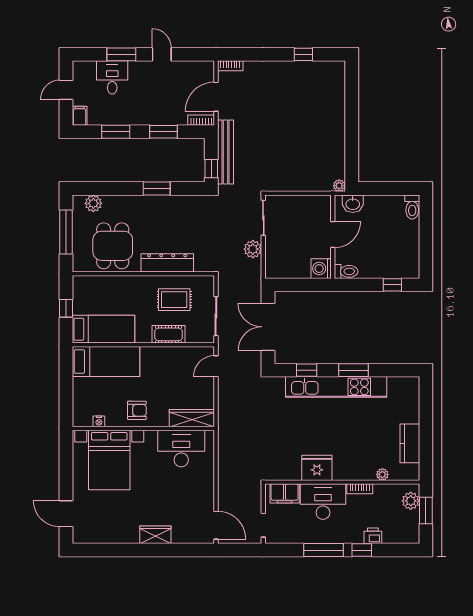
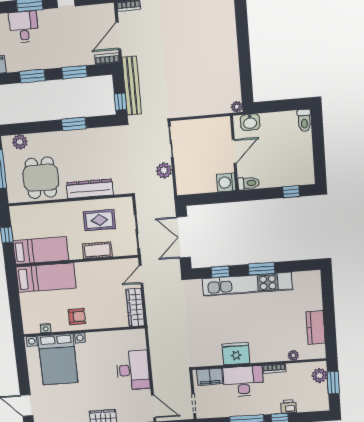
wardrobe: (192, 418) -> (135, 307), moved, turned -90
desk: (181, 448) -> (133, 370), moved, turned 90

